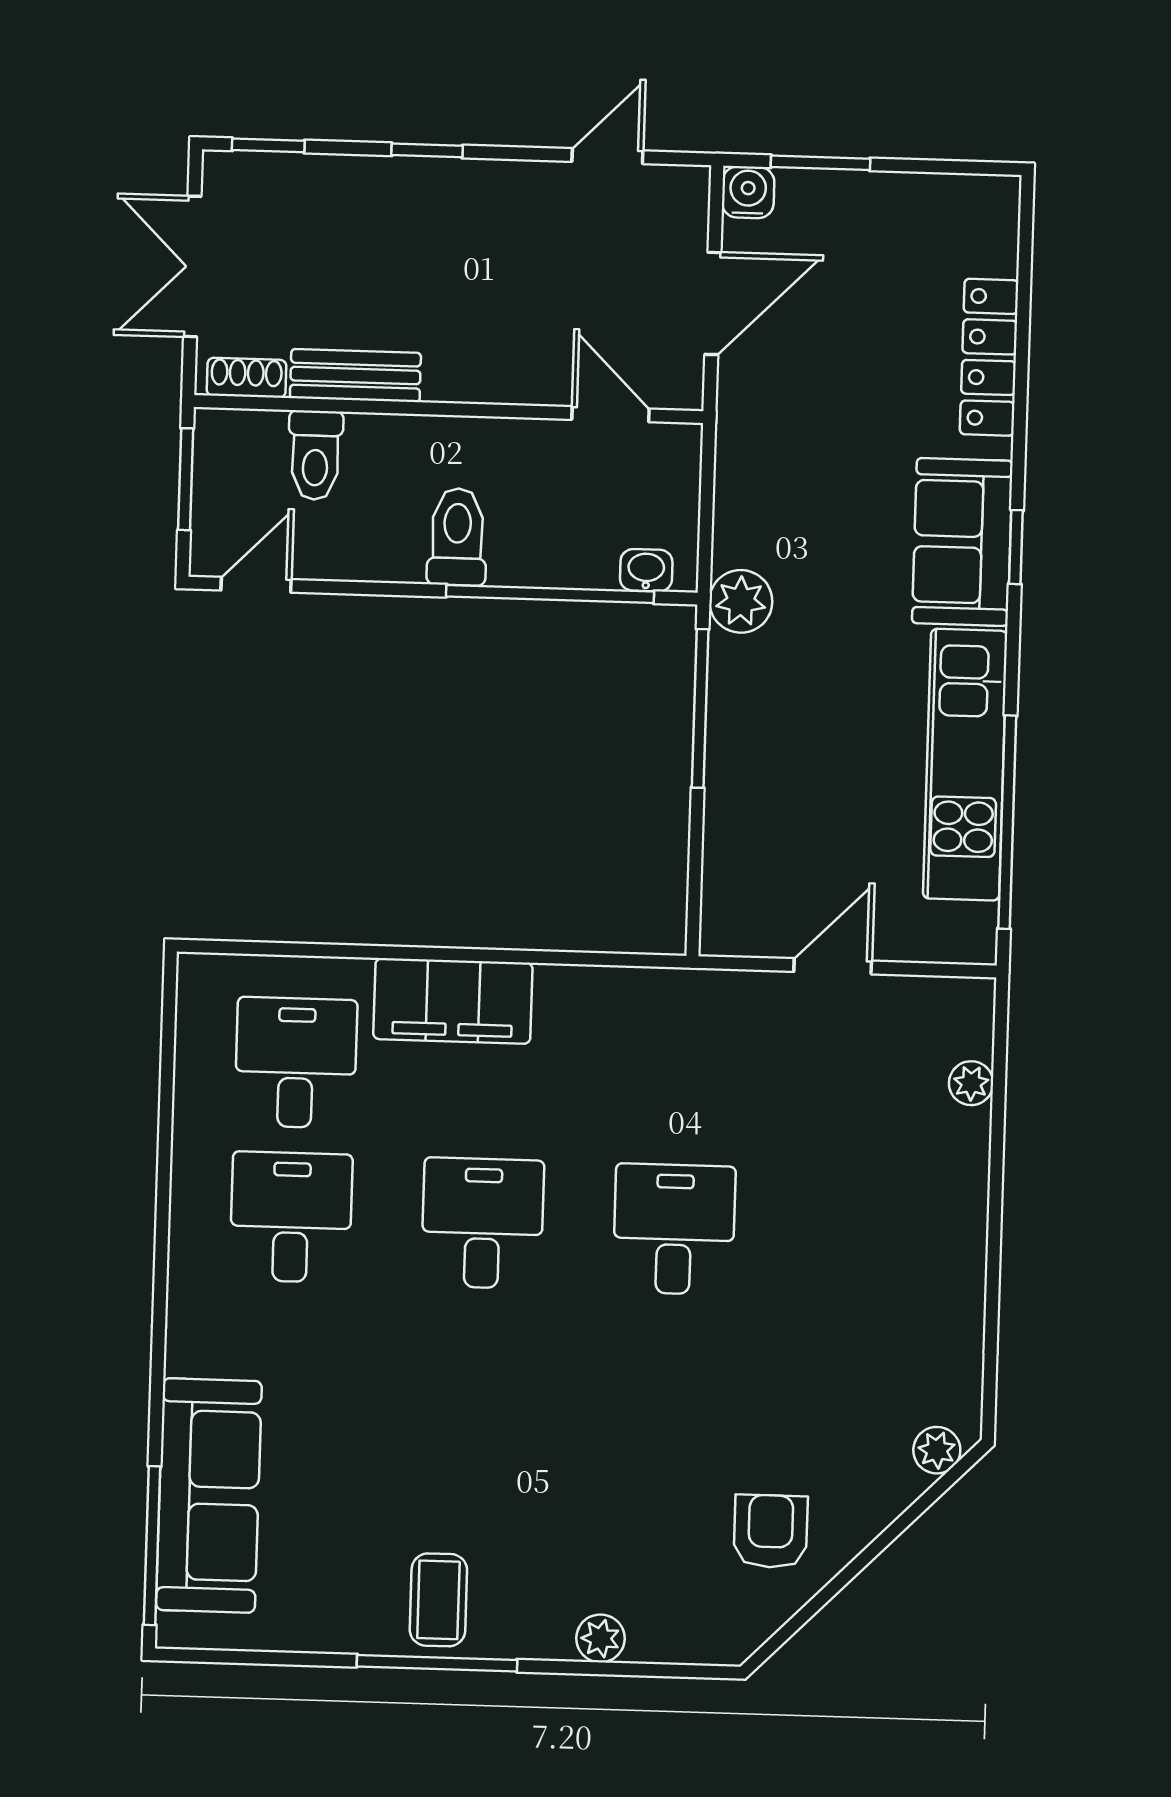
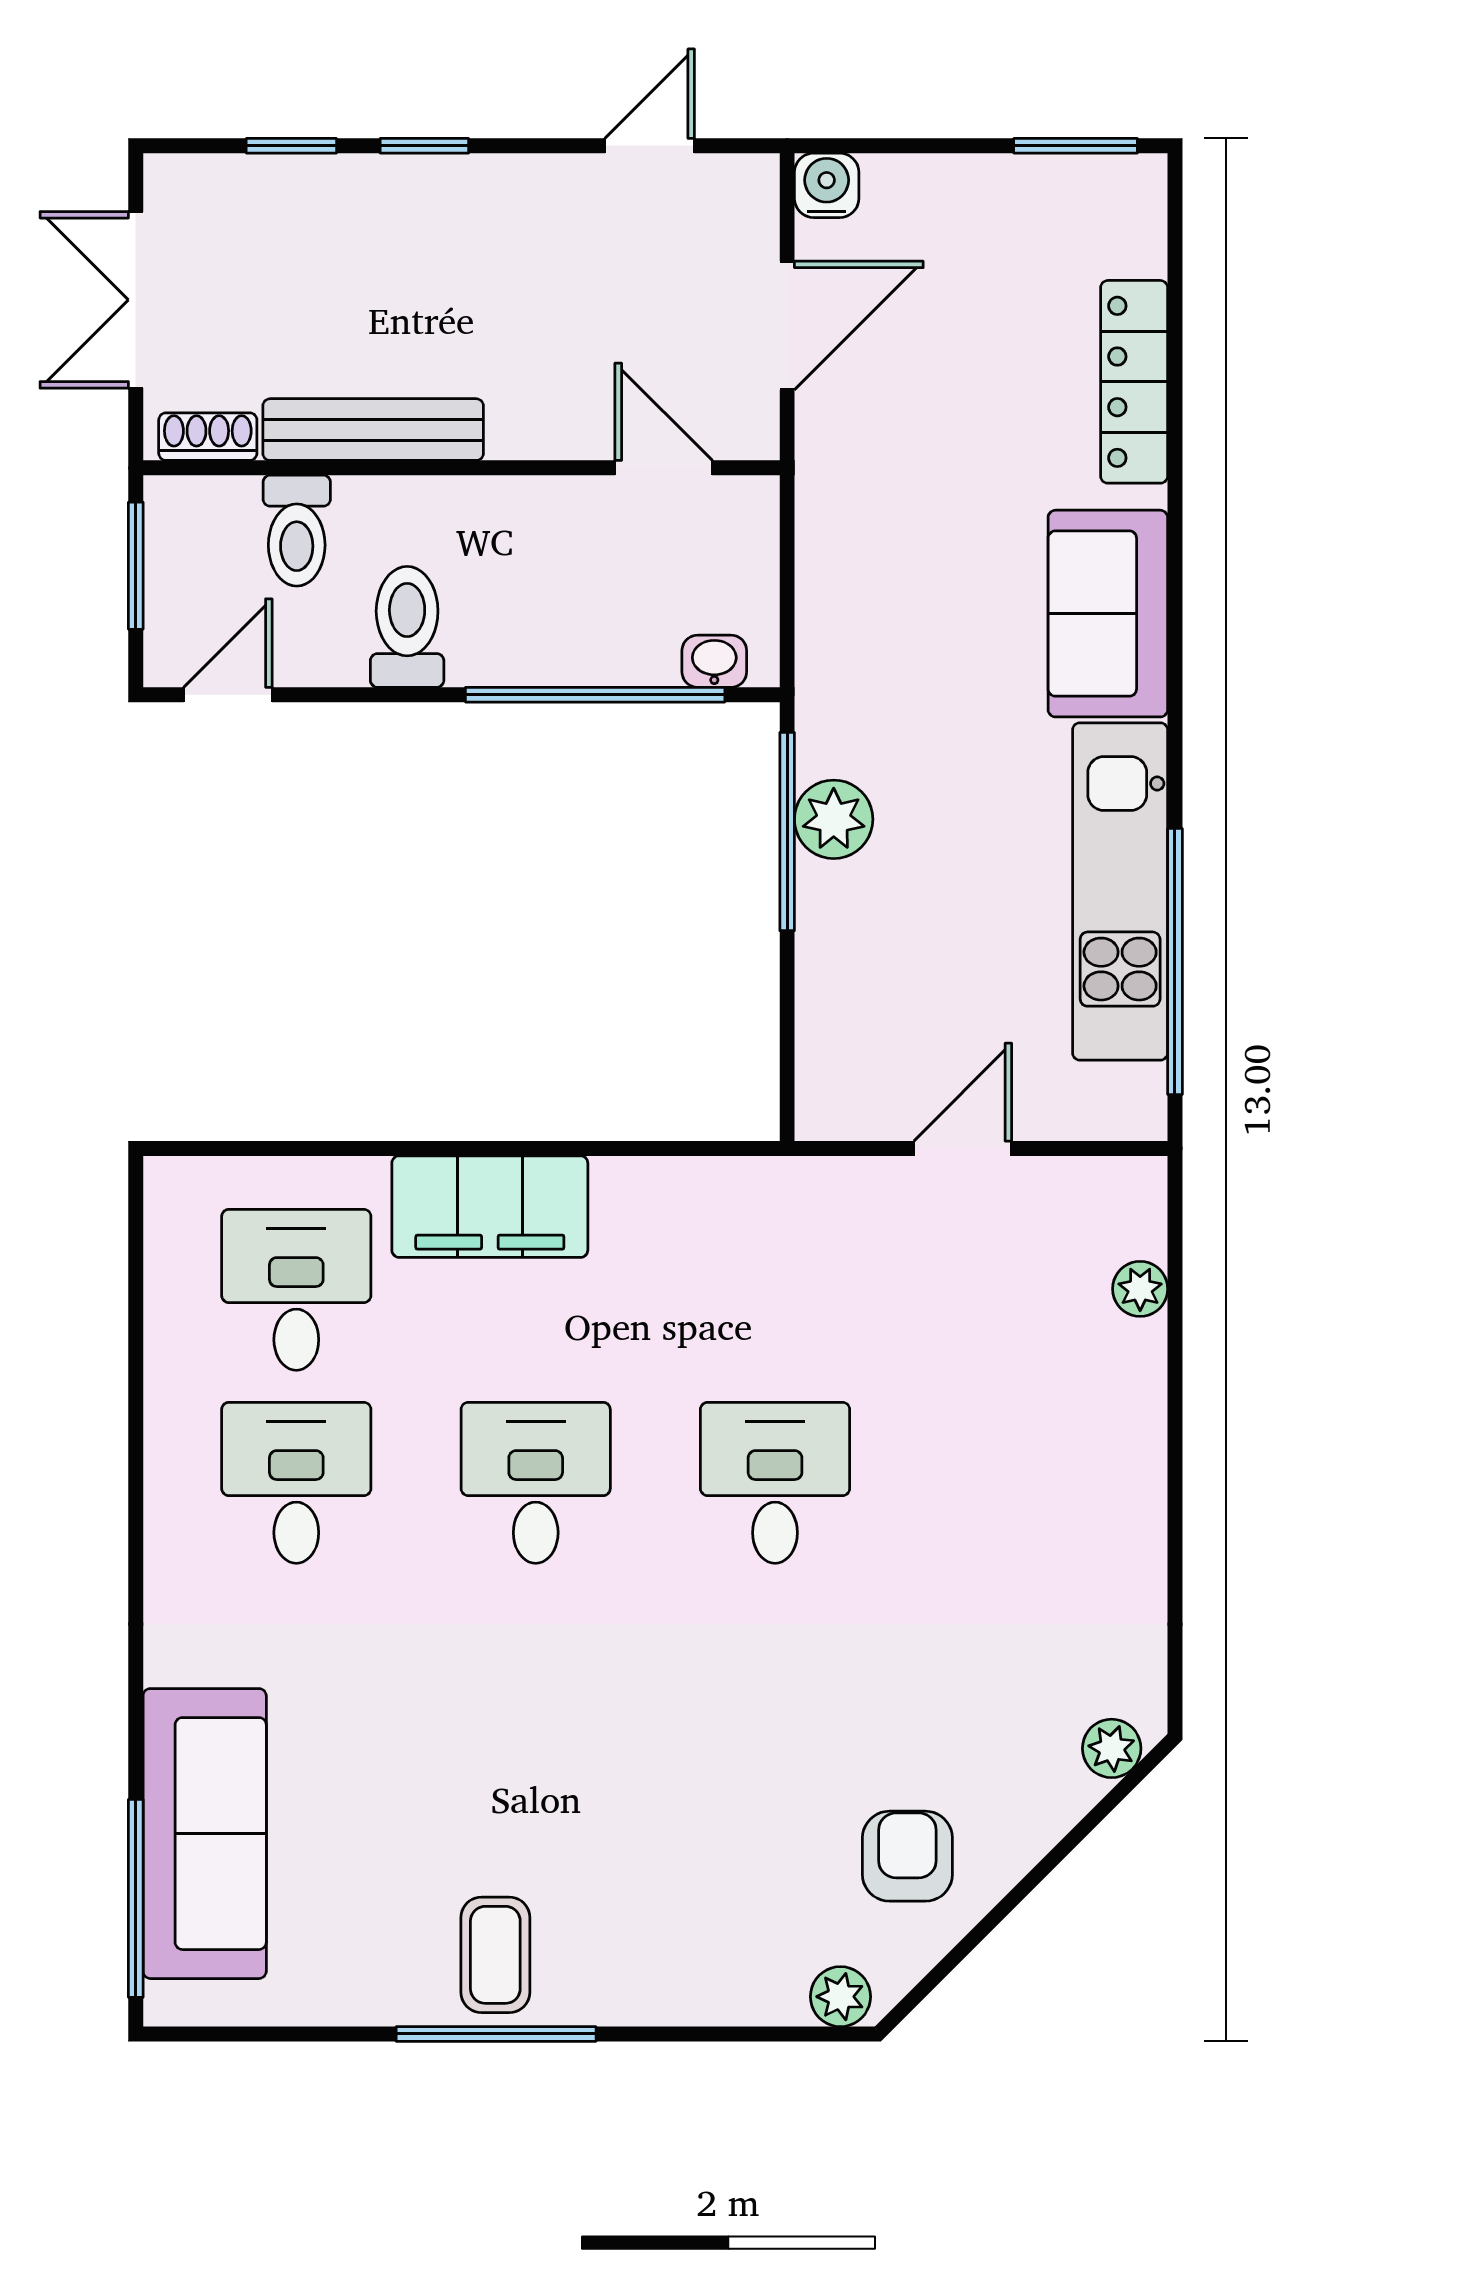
window: (268, 145) -> (291, 146), moved
window: (821, 163) -> (1076, 146), moved
bench: (355, 376) -> (373, 430), width x1.36
toilet: (457, 537) -> (407, 627), moved
window: (1016, 547) -> (1175, 618), removed
plant: (741, 601) -> (834, 819), moved
plant: (600, 1638) -> (840, 1997), moved

